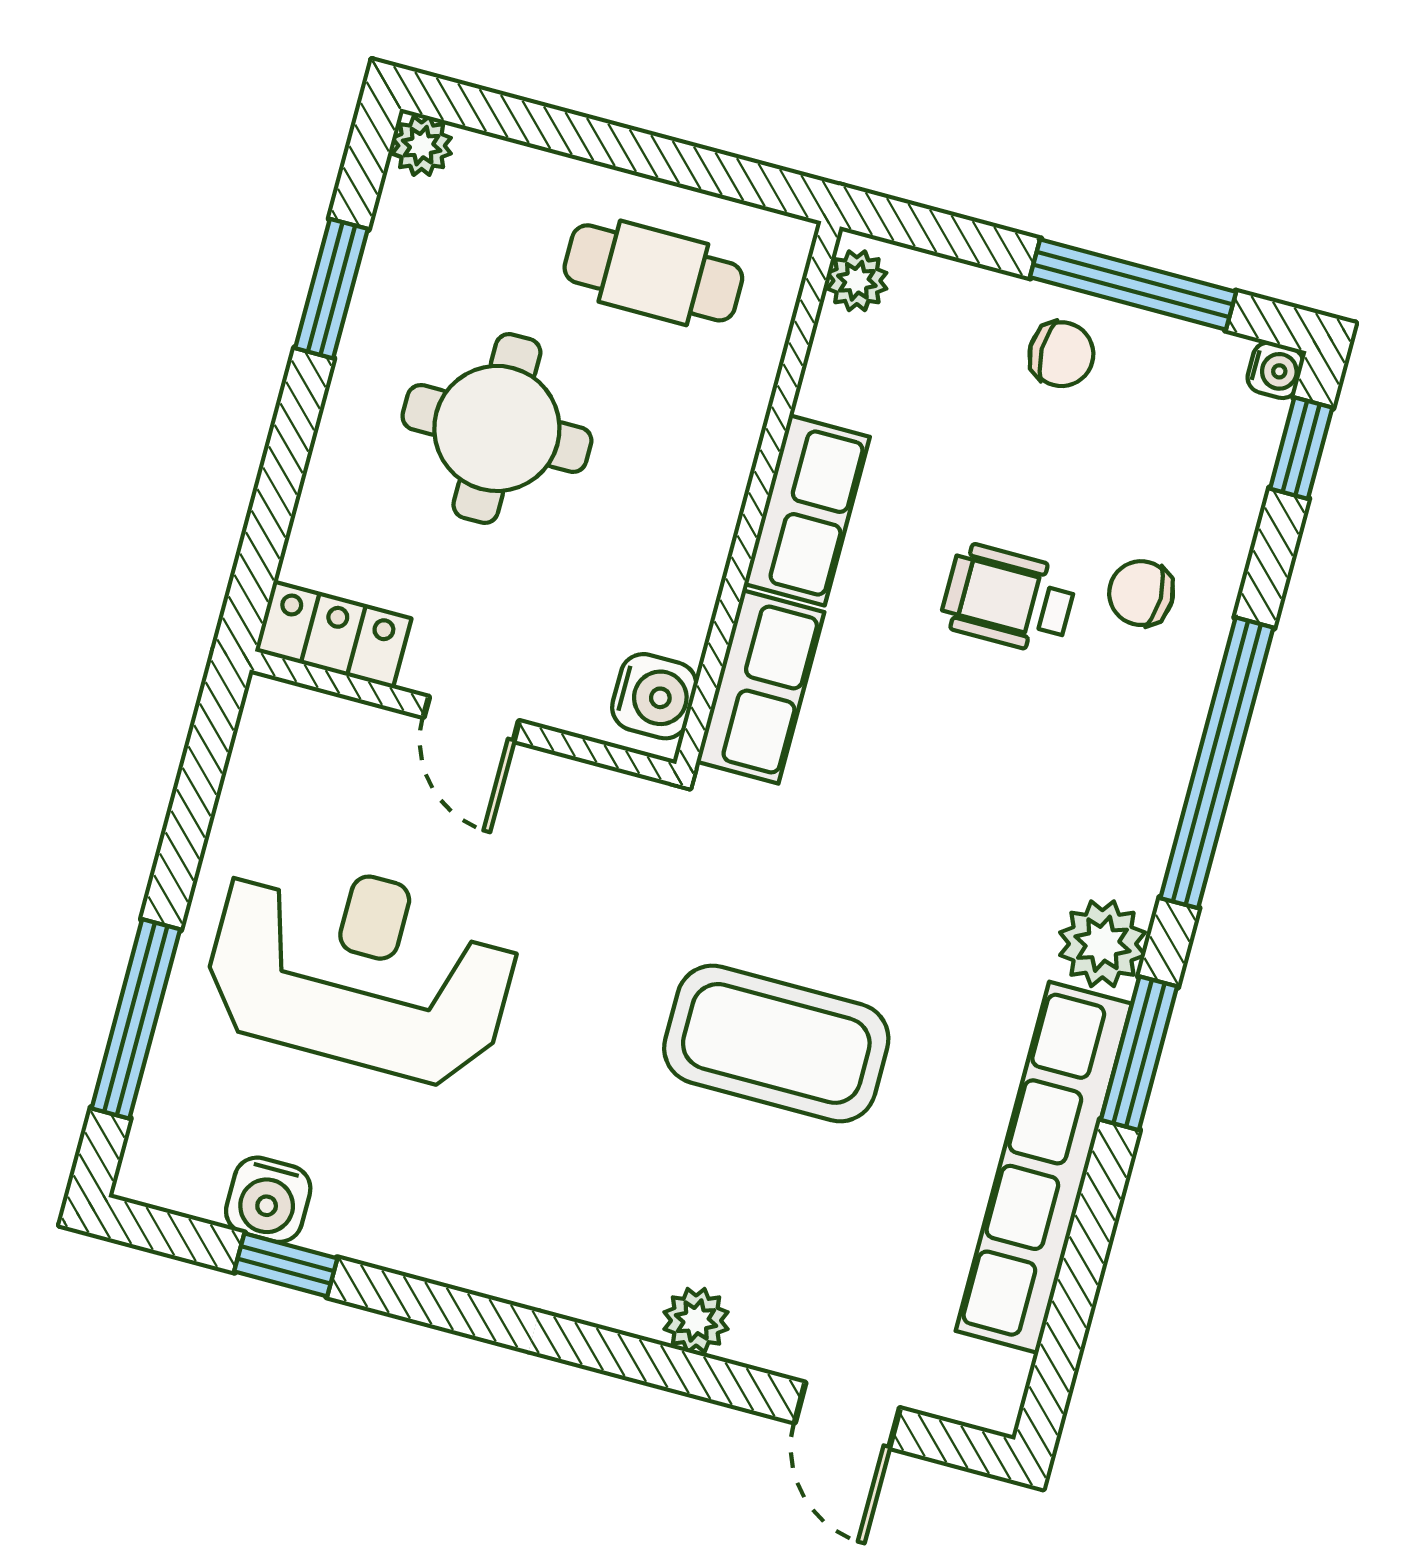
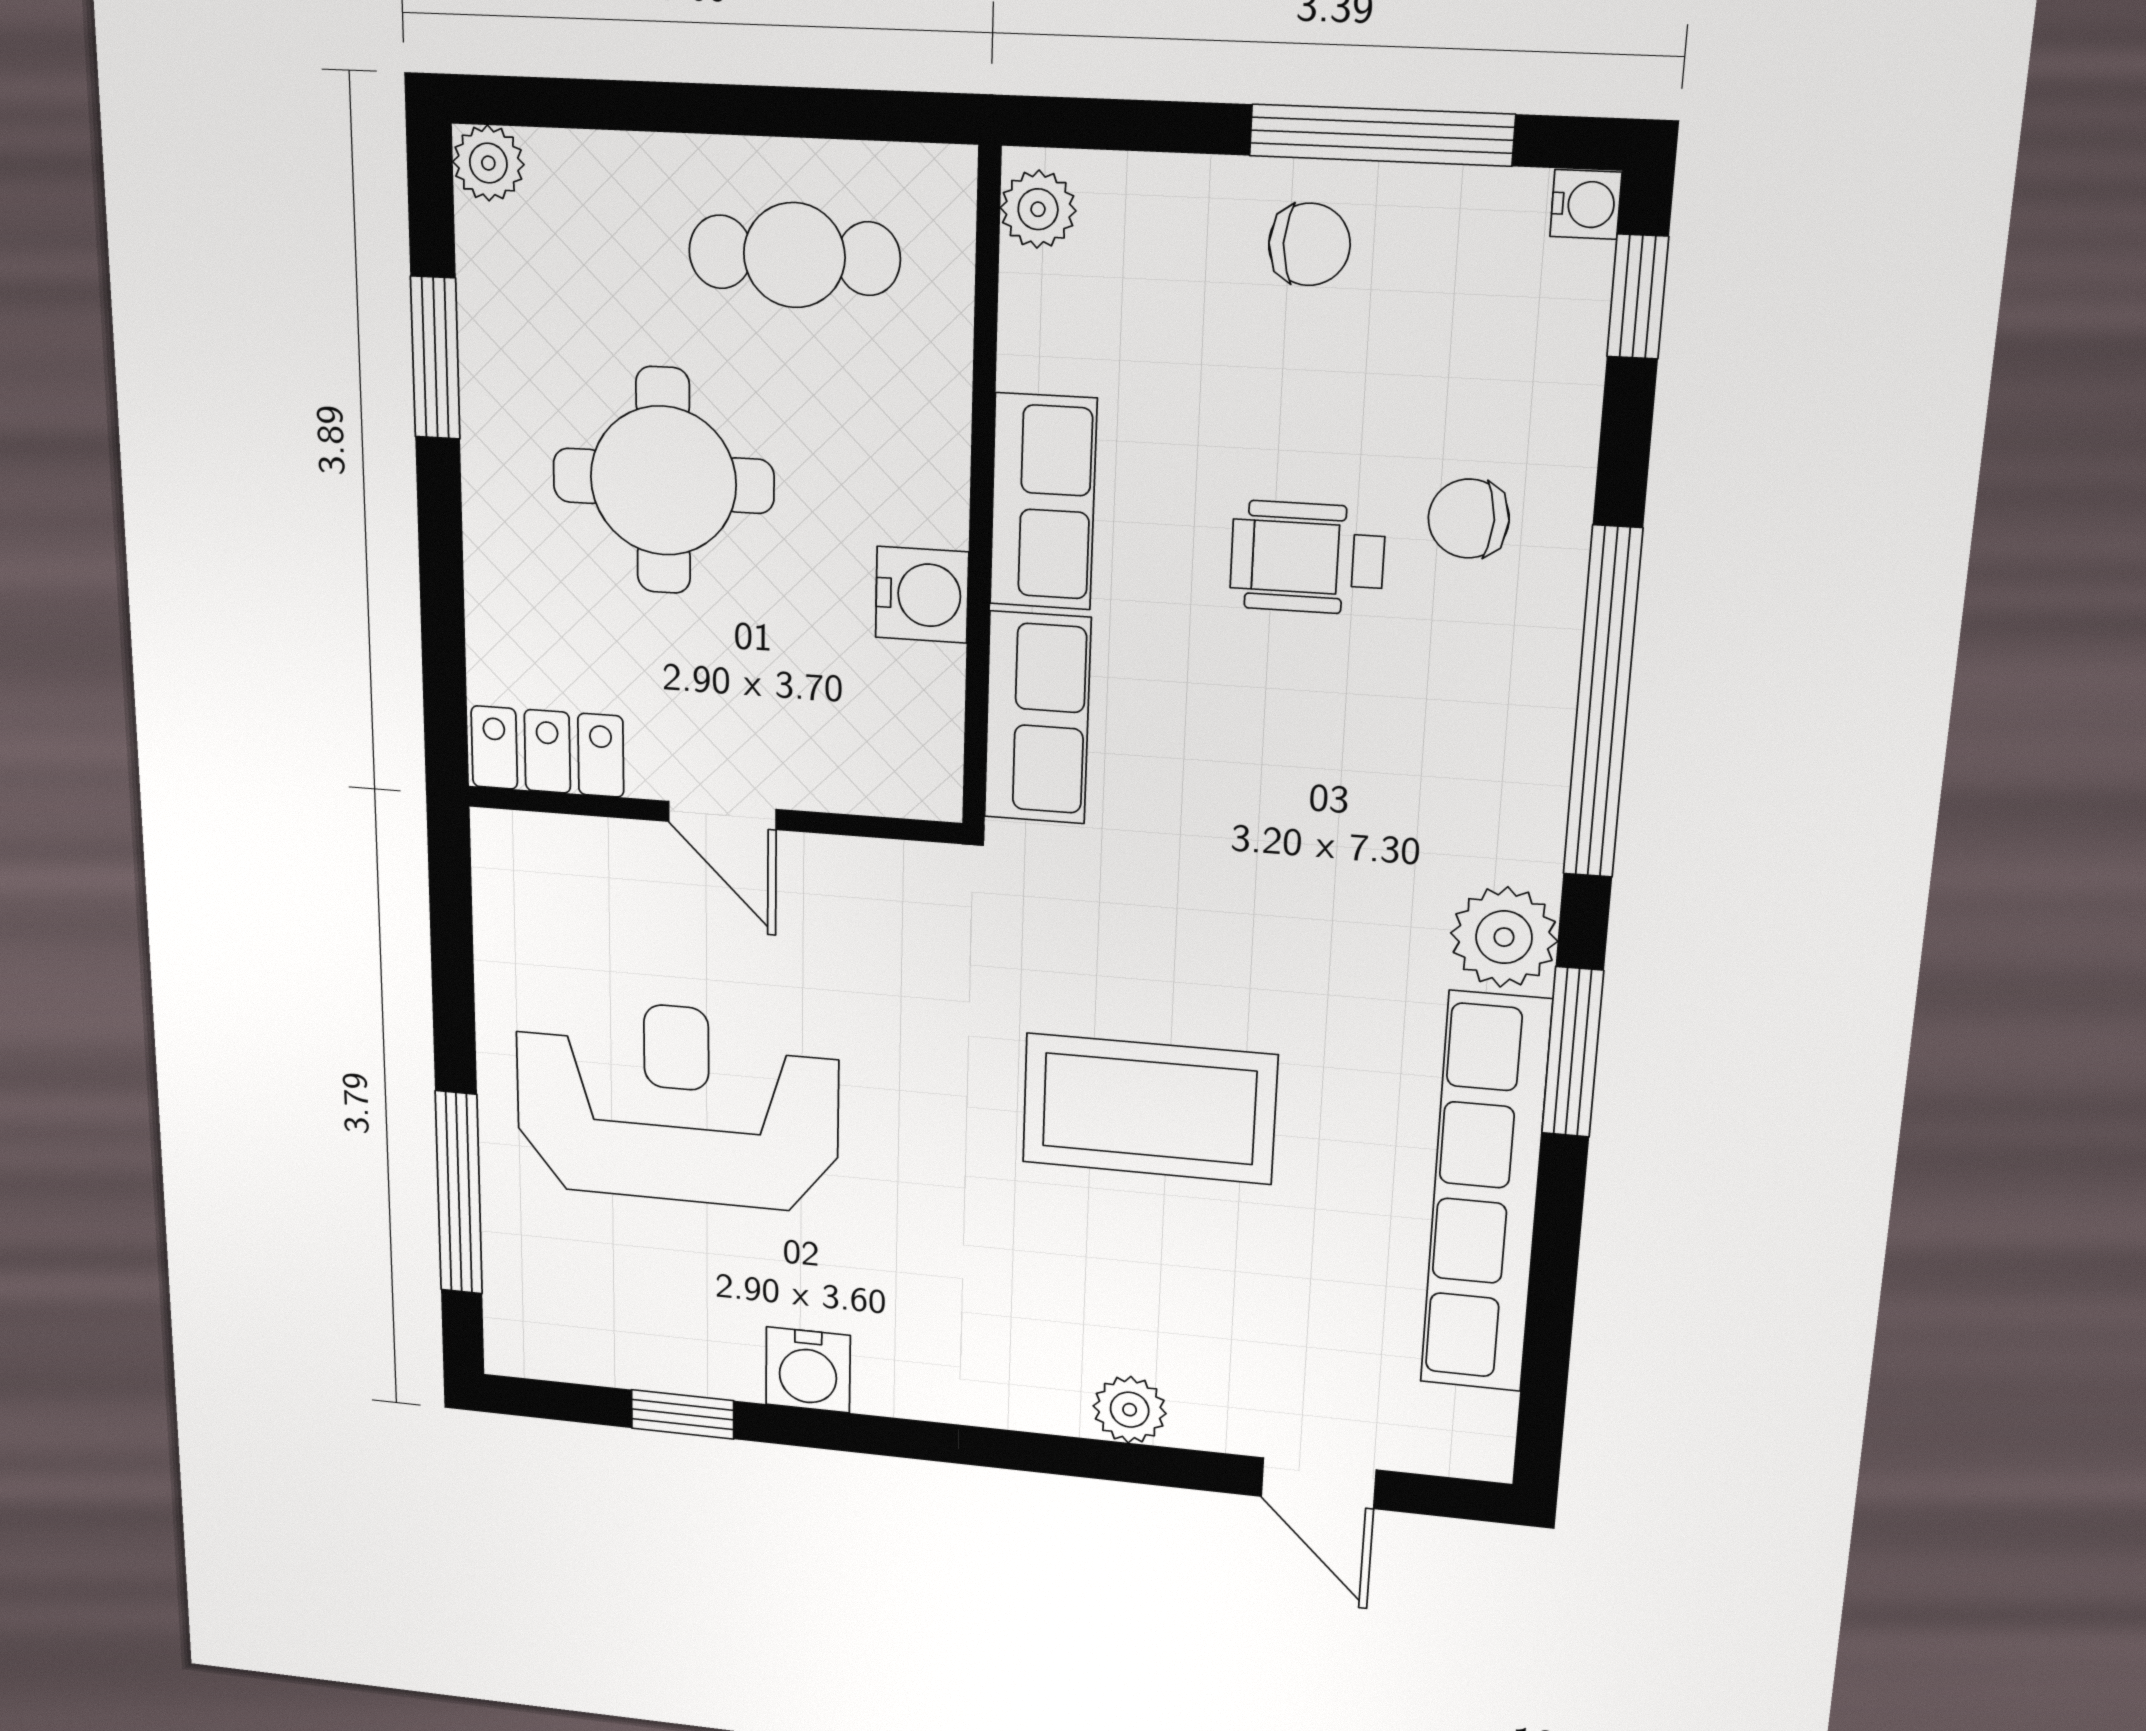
water cooler: (654, 696) -> (922, 595), moved
water cooler: (268, 1200) -> (808, 1370), moved

